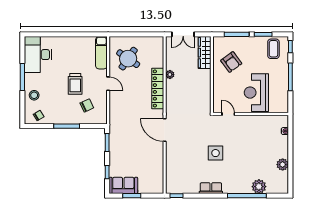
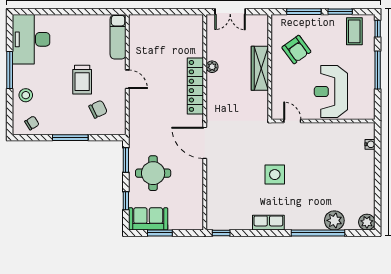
wardrobe: (205, 53) -> (260, 68), moved
round table: (128, 59) -> (153, 173), moved, turned -35
plant: (283, 165) -> (367, 222), moved

